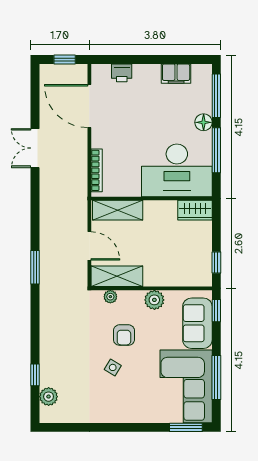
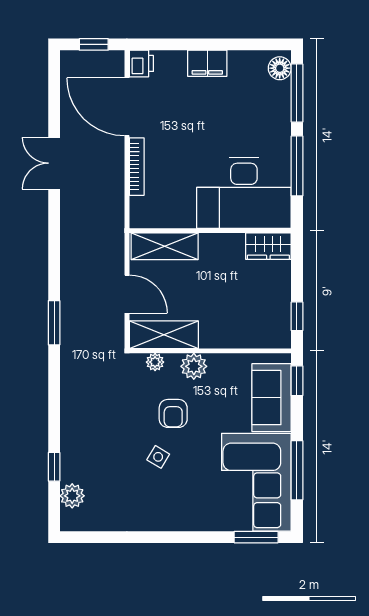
printer: (122, 73) -> (141, 63), moved, turned -90
filing cabinet: (176, 74) -> (207, 63), moved
floor lamp: (204, 122) -> (280, 68), moved
bookcase: (97, 170) -> (137, 167), moved
plant: (154, 300) -> (194, 366), moved

